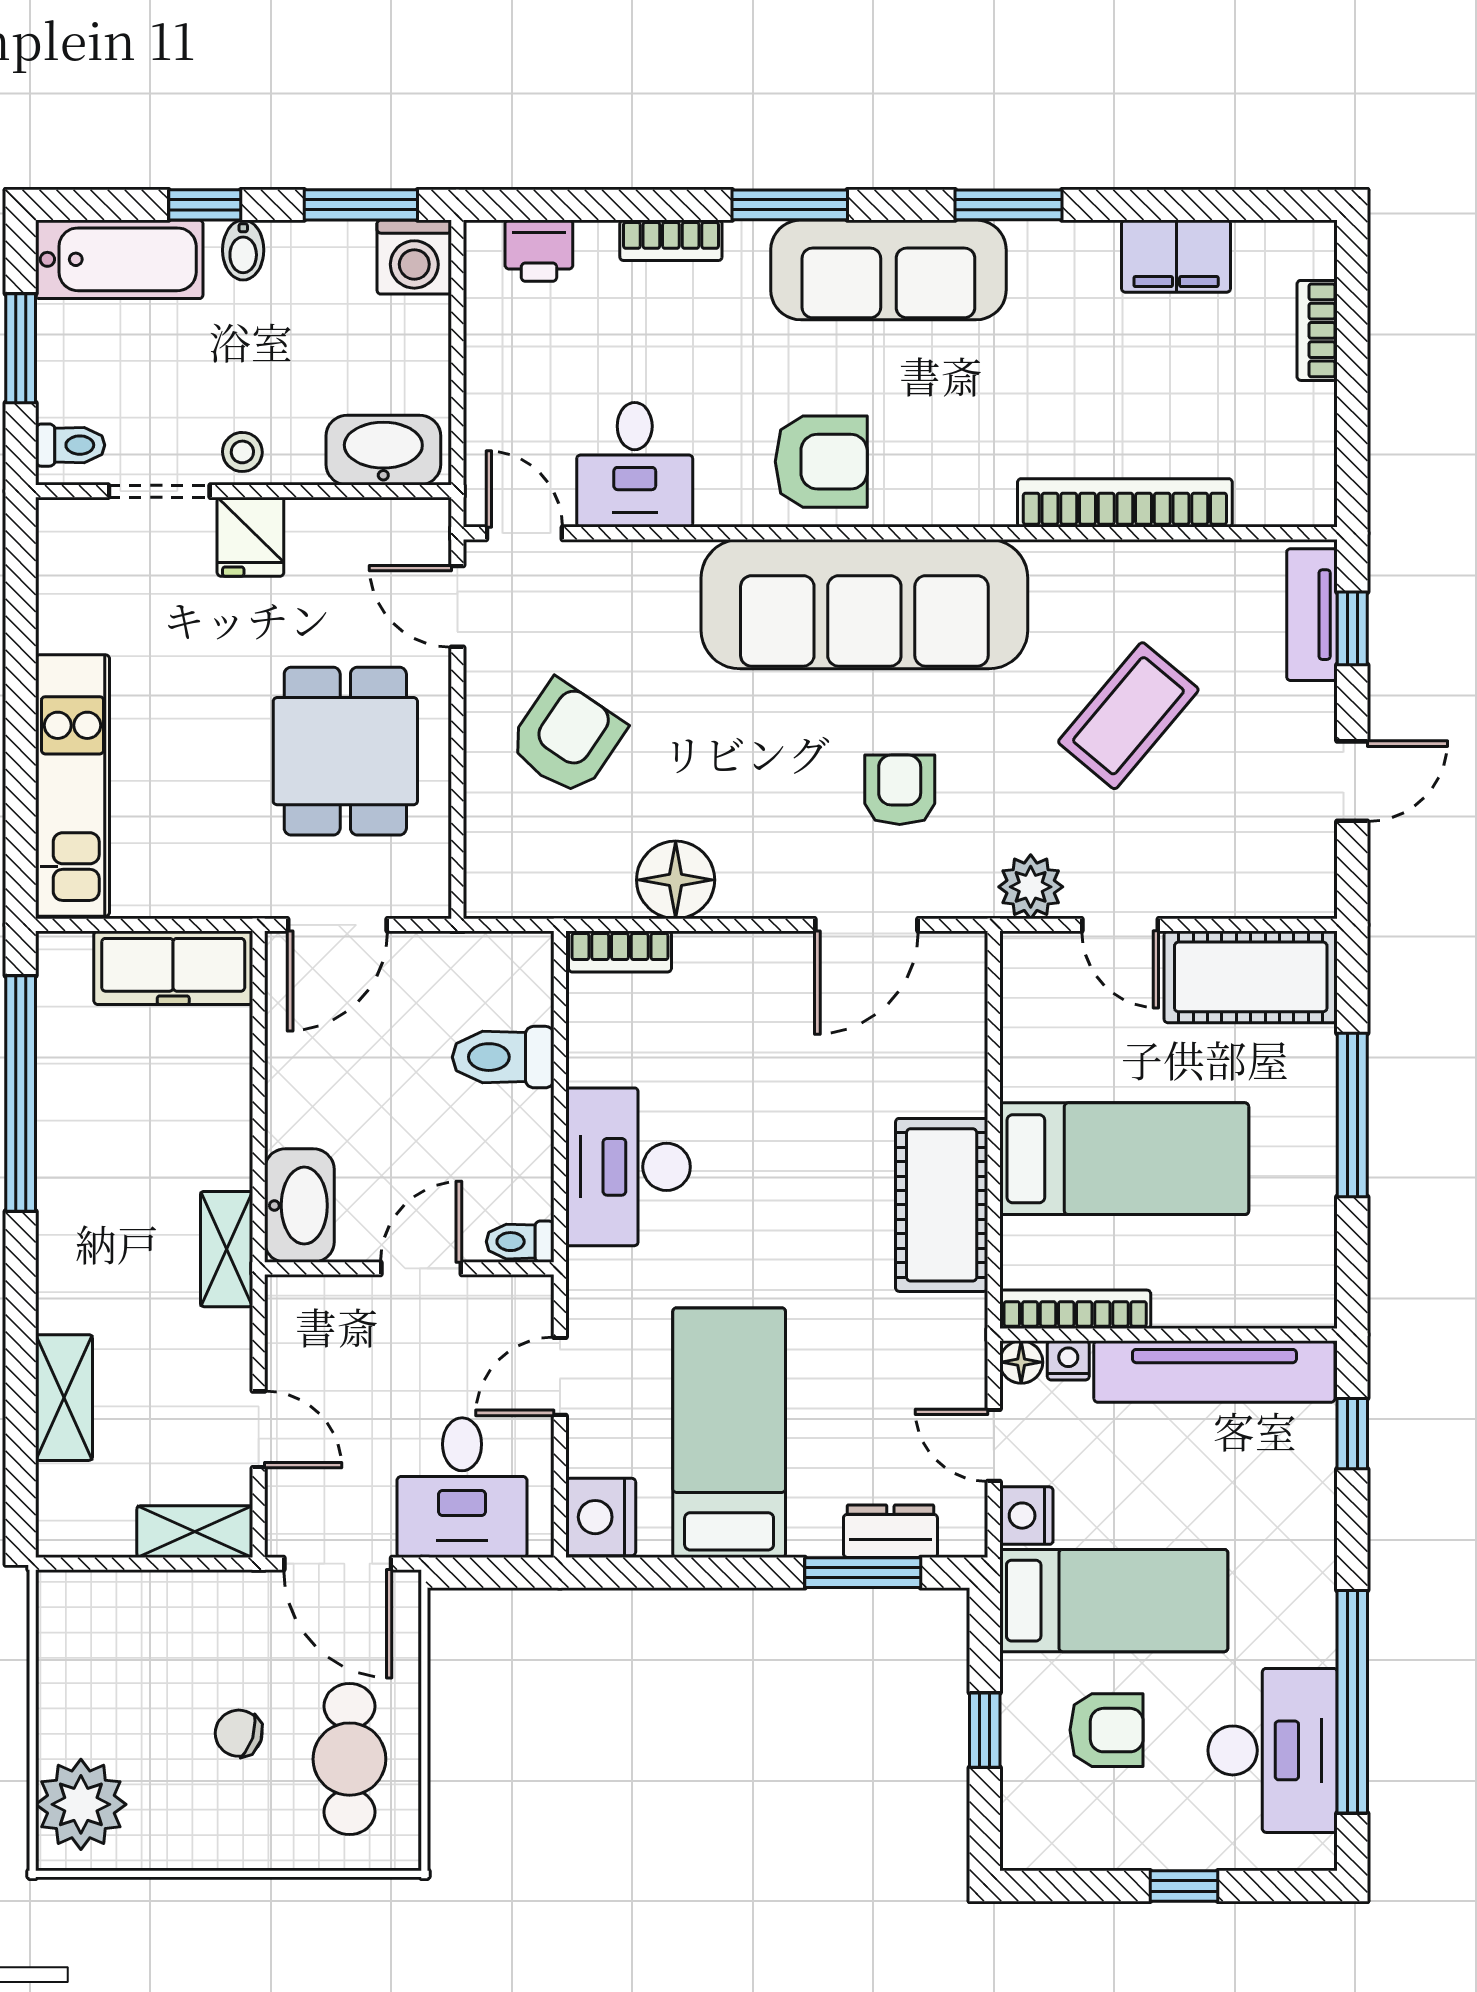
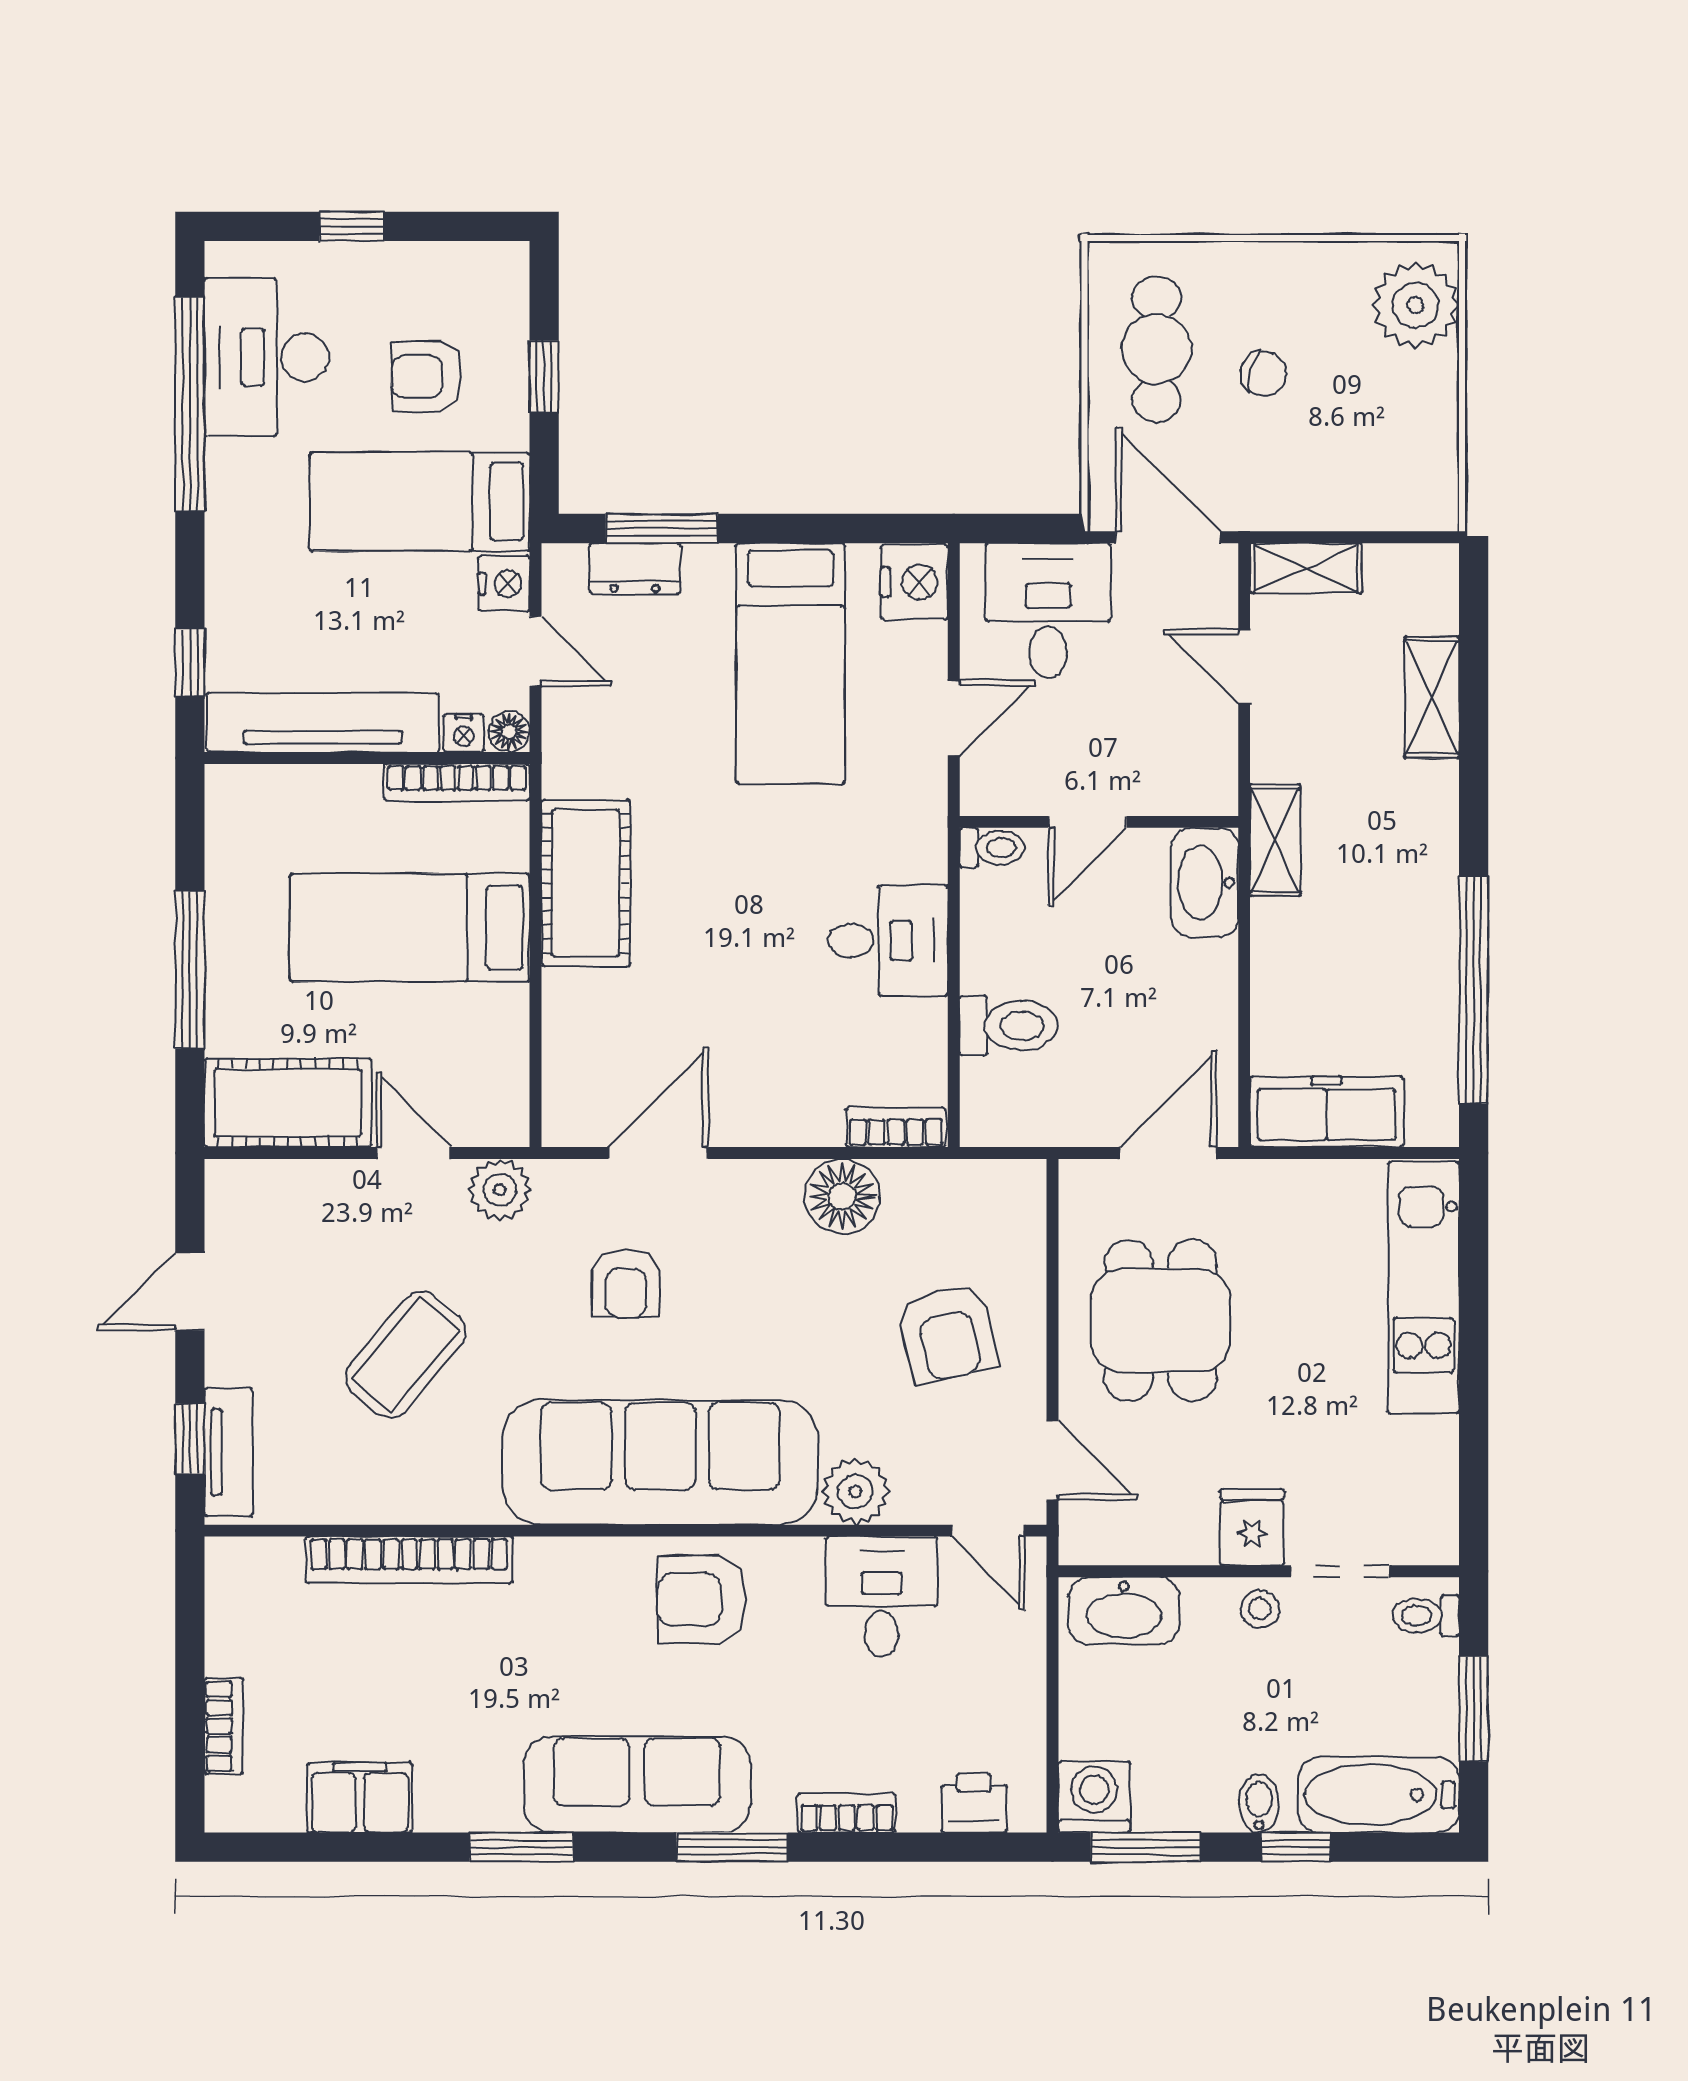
plant: (662, 574) -> (855, 1492), added
armchair: (567, 738) -> (947, 1334), turned -47
desk: (628, 1167) -> (888, 940), width x0.73

